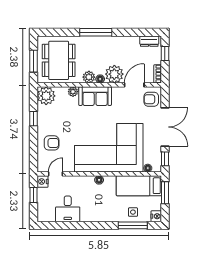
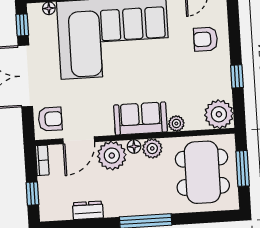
dresser: (149, 41) -> (88, 210), moved

